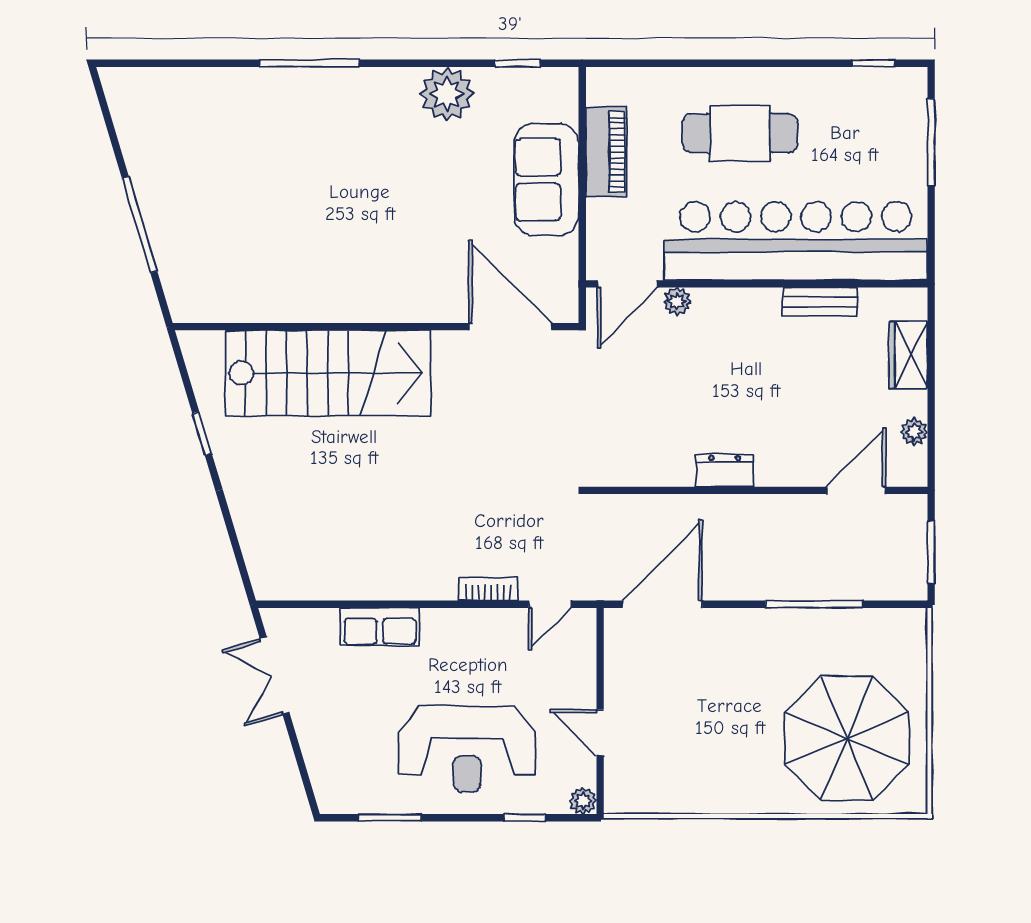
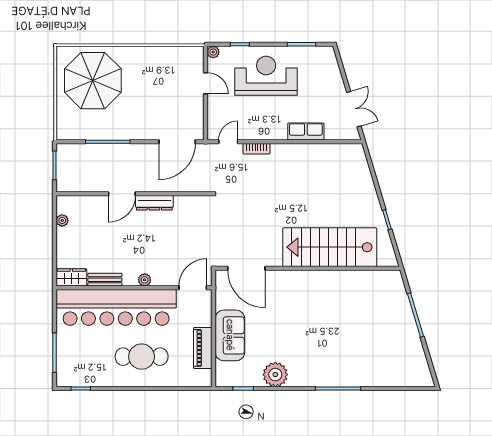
plant: (677, 301) -> (145, 280), moved
wardrobe: (908, 355) -> (71, 277), moved, turned -90
dresser: (725, 471) -> (154, 203), width x1.44
door: (856, 490) -> (122, 194), moved

